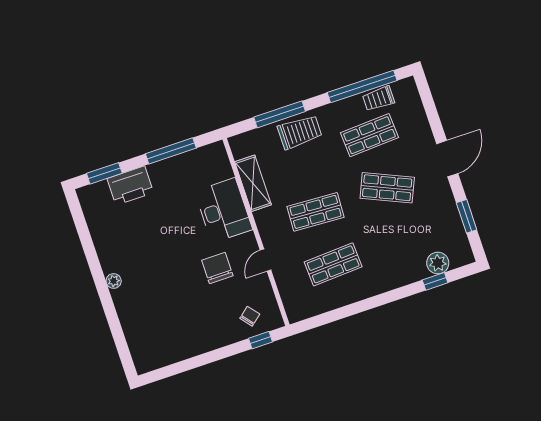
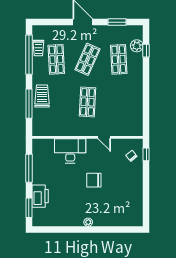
shelving: (253, 183) -> (61, 130), removed
shop shelf: (333, 264) -> (119, 59), moved
chair: (217, 268) -> (94, 180), moved

